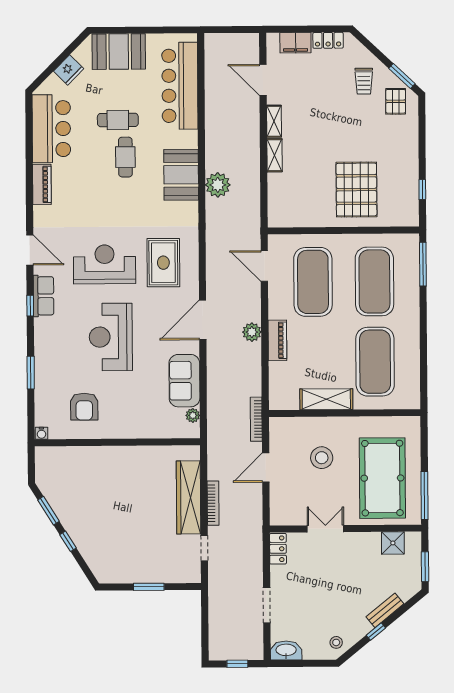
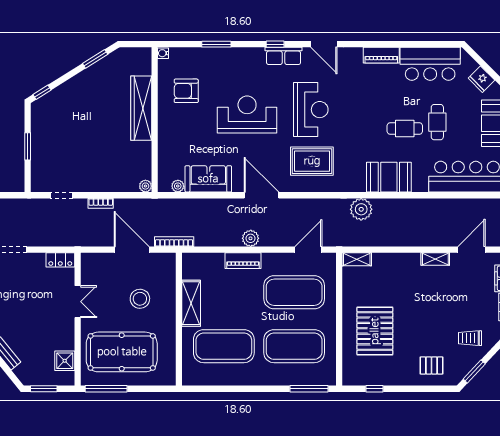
pallet: (396, 101) -> (431, 365), moved
shelving: (275, 155) -> (357, 259), moved
plant: (218, 185) -> (361, 209), moved
pallet: (356, 190) -> (375, 331), turned 90
door: (30, 250) -> (324, 44), hinge flipped
plant: (193, 452) -> (145, 186), added
door: (266, 468) -> (132, 250), width x1.36
wardrobe: (189, 497) -> (141, 108), moved, turned -90
bookcase: (213, 503) -> (101, 203), width x0.64
window: (68, 541) -> (42, 92), moved

